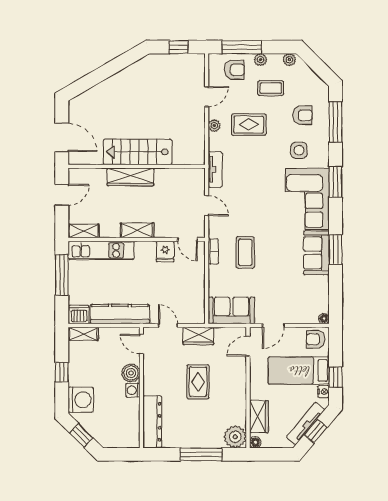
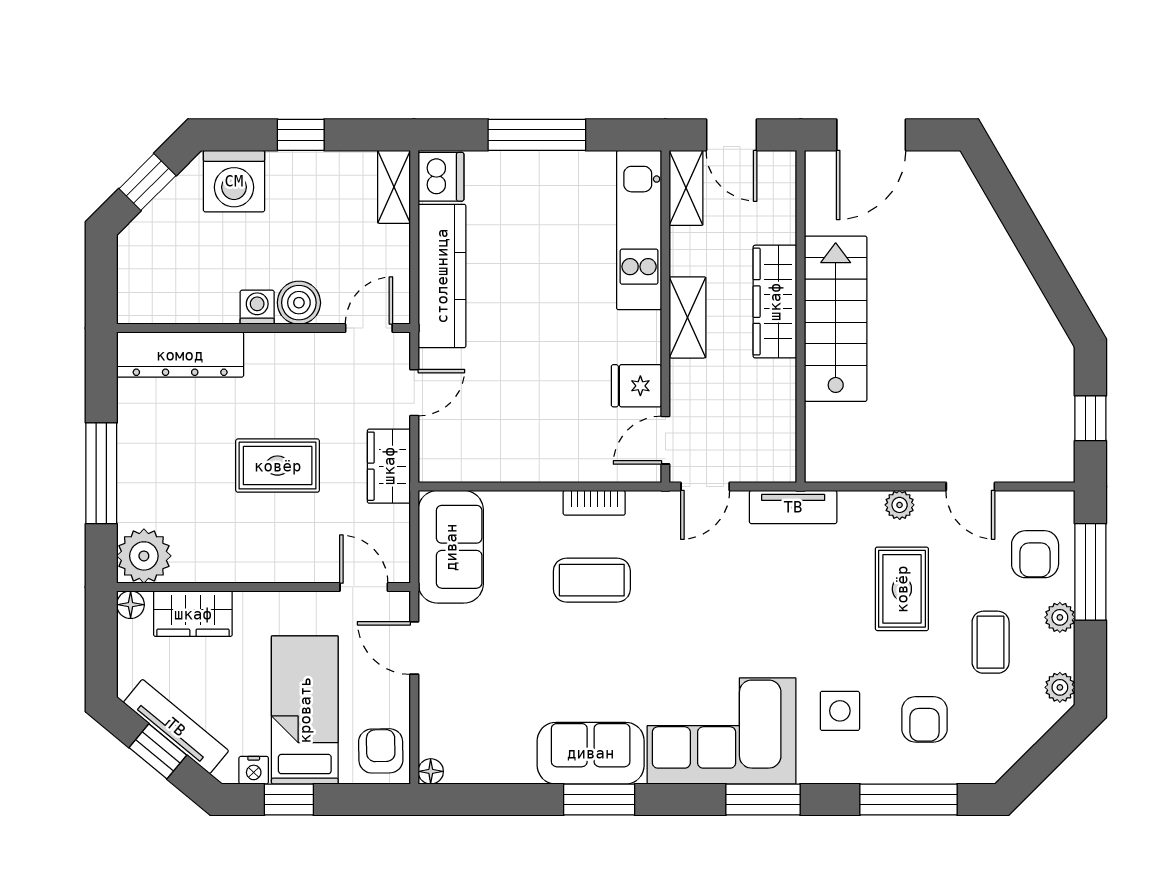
shelving: (137, 230) -> (688, 317), moved
shelving: (84, 231) -> (686, 188), moved
wall: (137, 240) -> (665, 317), moved
door: (188, 240) -> (665, 440), moved
kitchen unit: (101, 250) -> (639, 230), moved
fridge: (165, 251) -> (636, 386), moved

